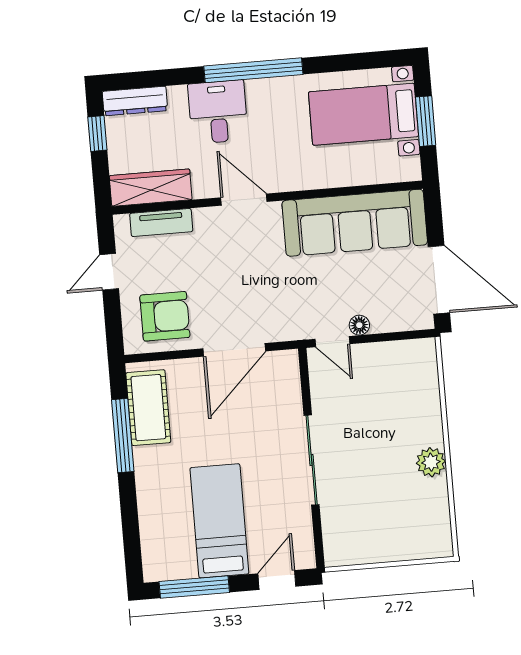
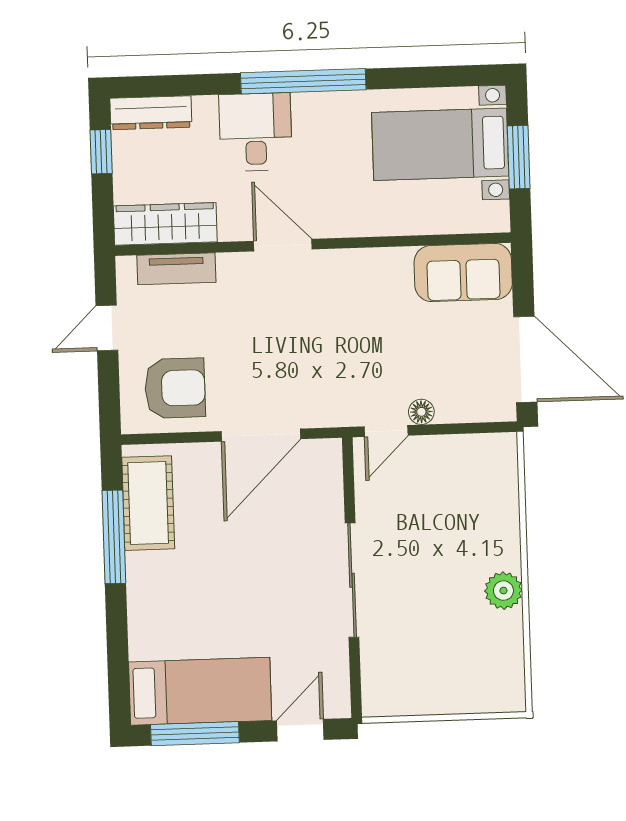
sofa: (355, 223) -> (463, 272), width x0.54, depth x0.79
door: (332, 342) -> (386, 431), hinge flipped
bed: (219, 521) -> (200, 691), moved, turned 90

